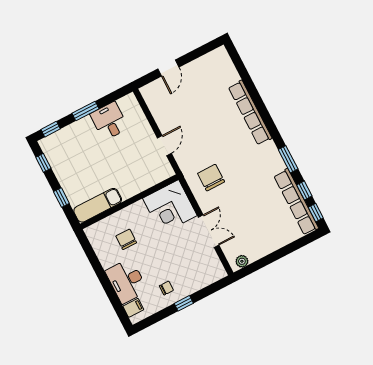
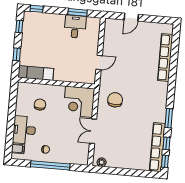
window: (86, 111) -> (78, 12), moved
row of seats: (250, 113) -> (165, 58), moved
double door: (209, 231) -> (93, 131), swing flipped
window: (184, 303) -> (50, 165), width x3.17

